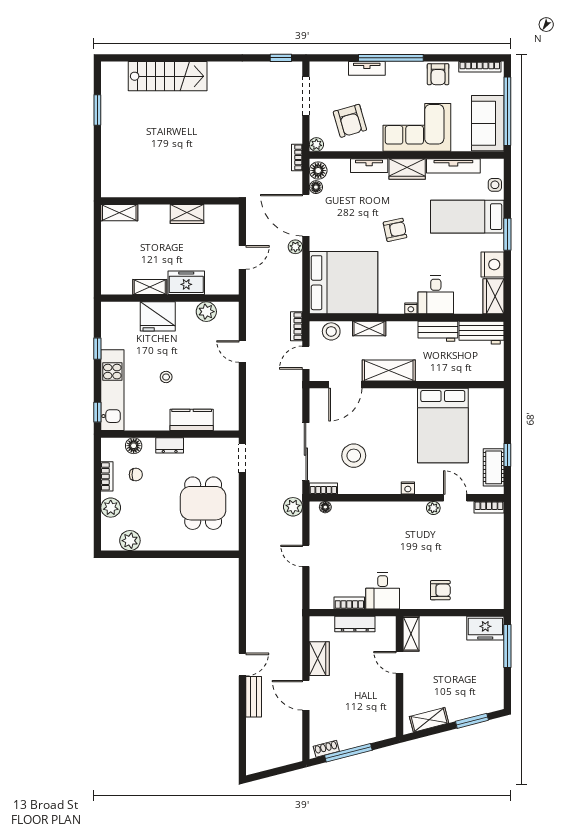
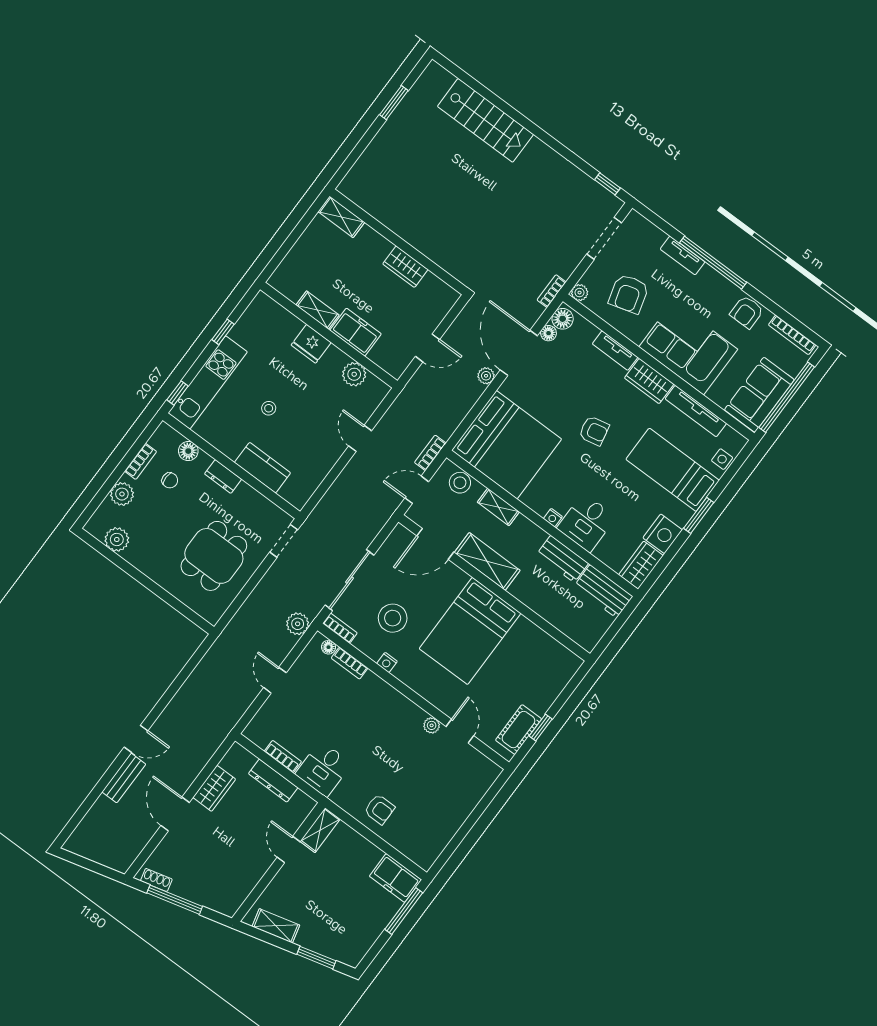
fridge: (158, 316) -> (311, 344), width x0.73, depth x0.75
bed: (443, 426) -> (470, 631), moved
nightstand: (408, 488) -> (387, 662), moved
bookcase: (489, 507) -> (350, 663), moved

